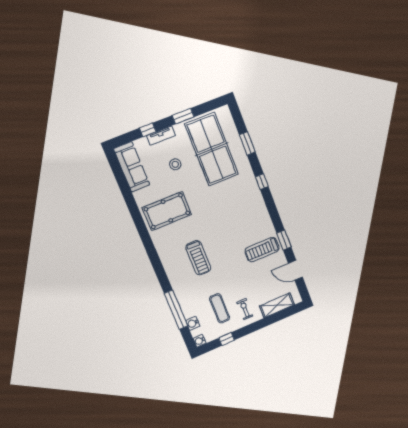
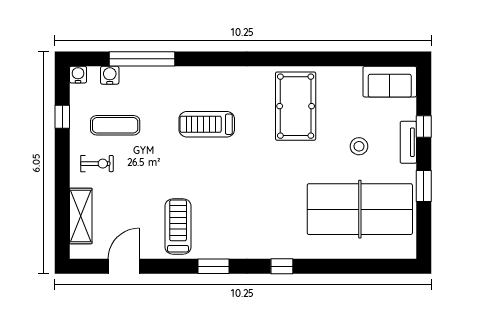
window: (247, 143) -> (347, 266), removed
sofa: (132, 167) -> (390, 82), width x0.73
window: (284, 240) -> (214, 266), moved

